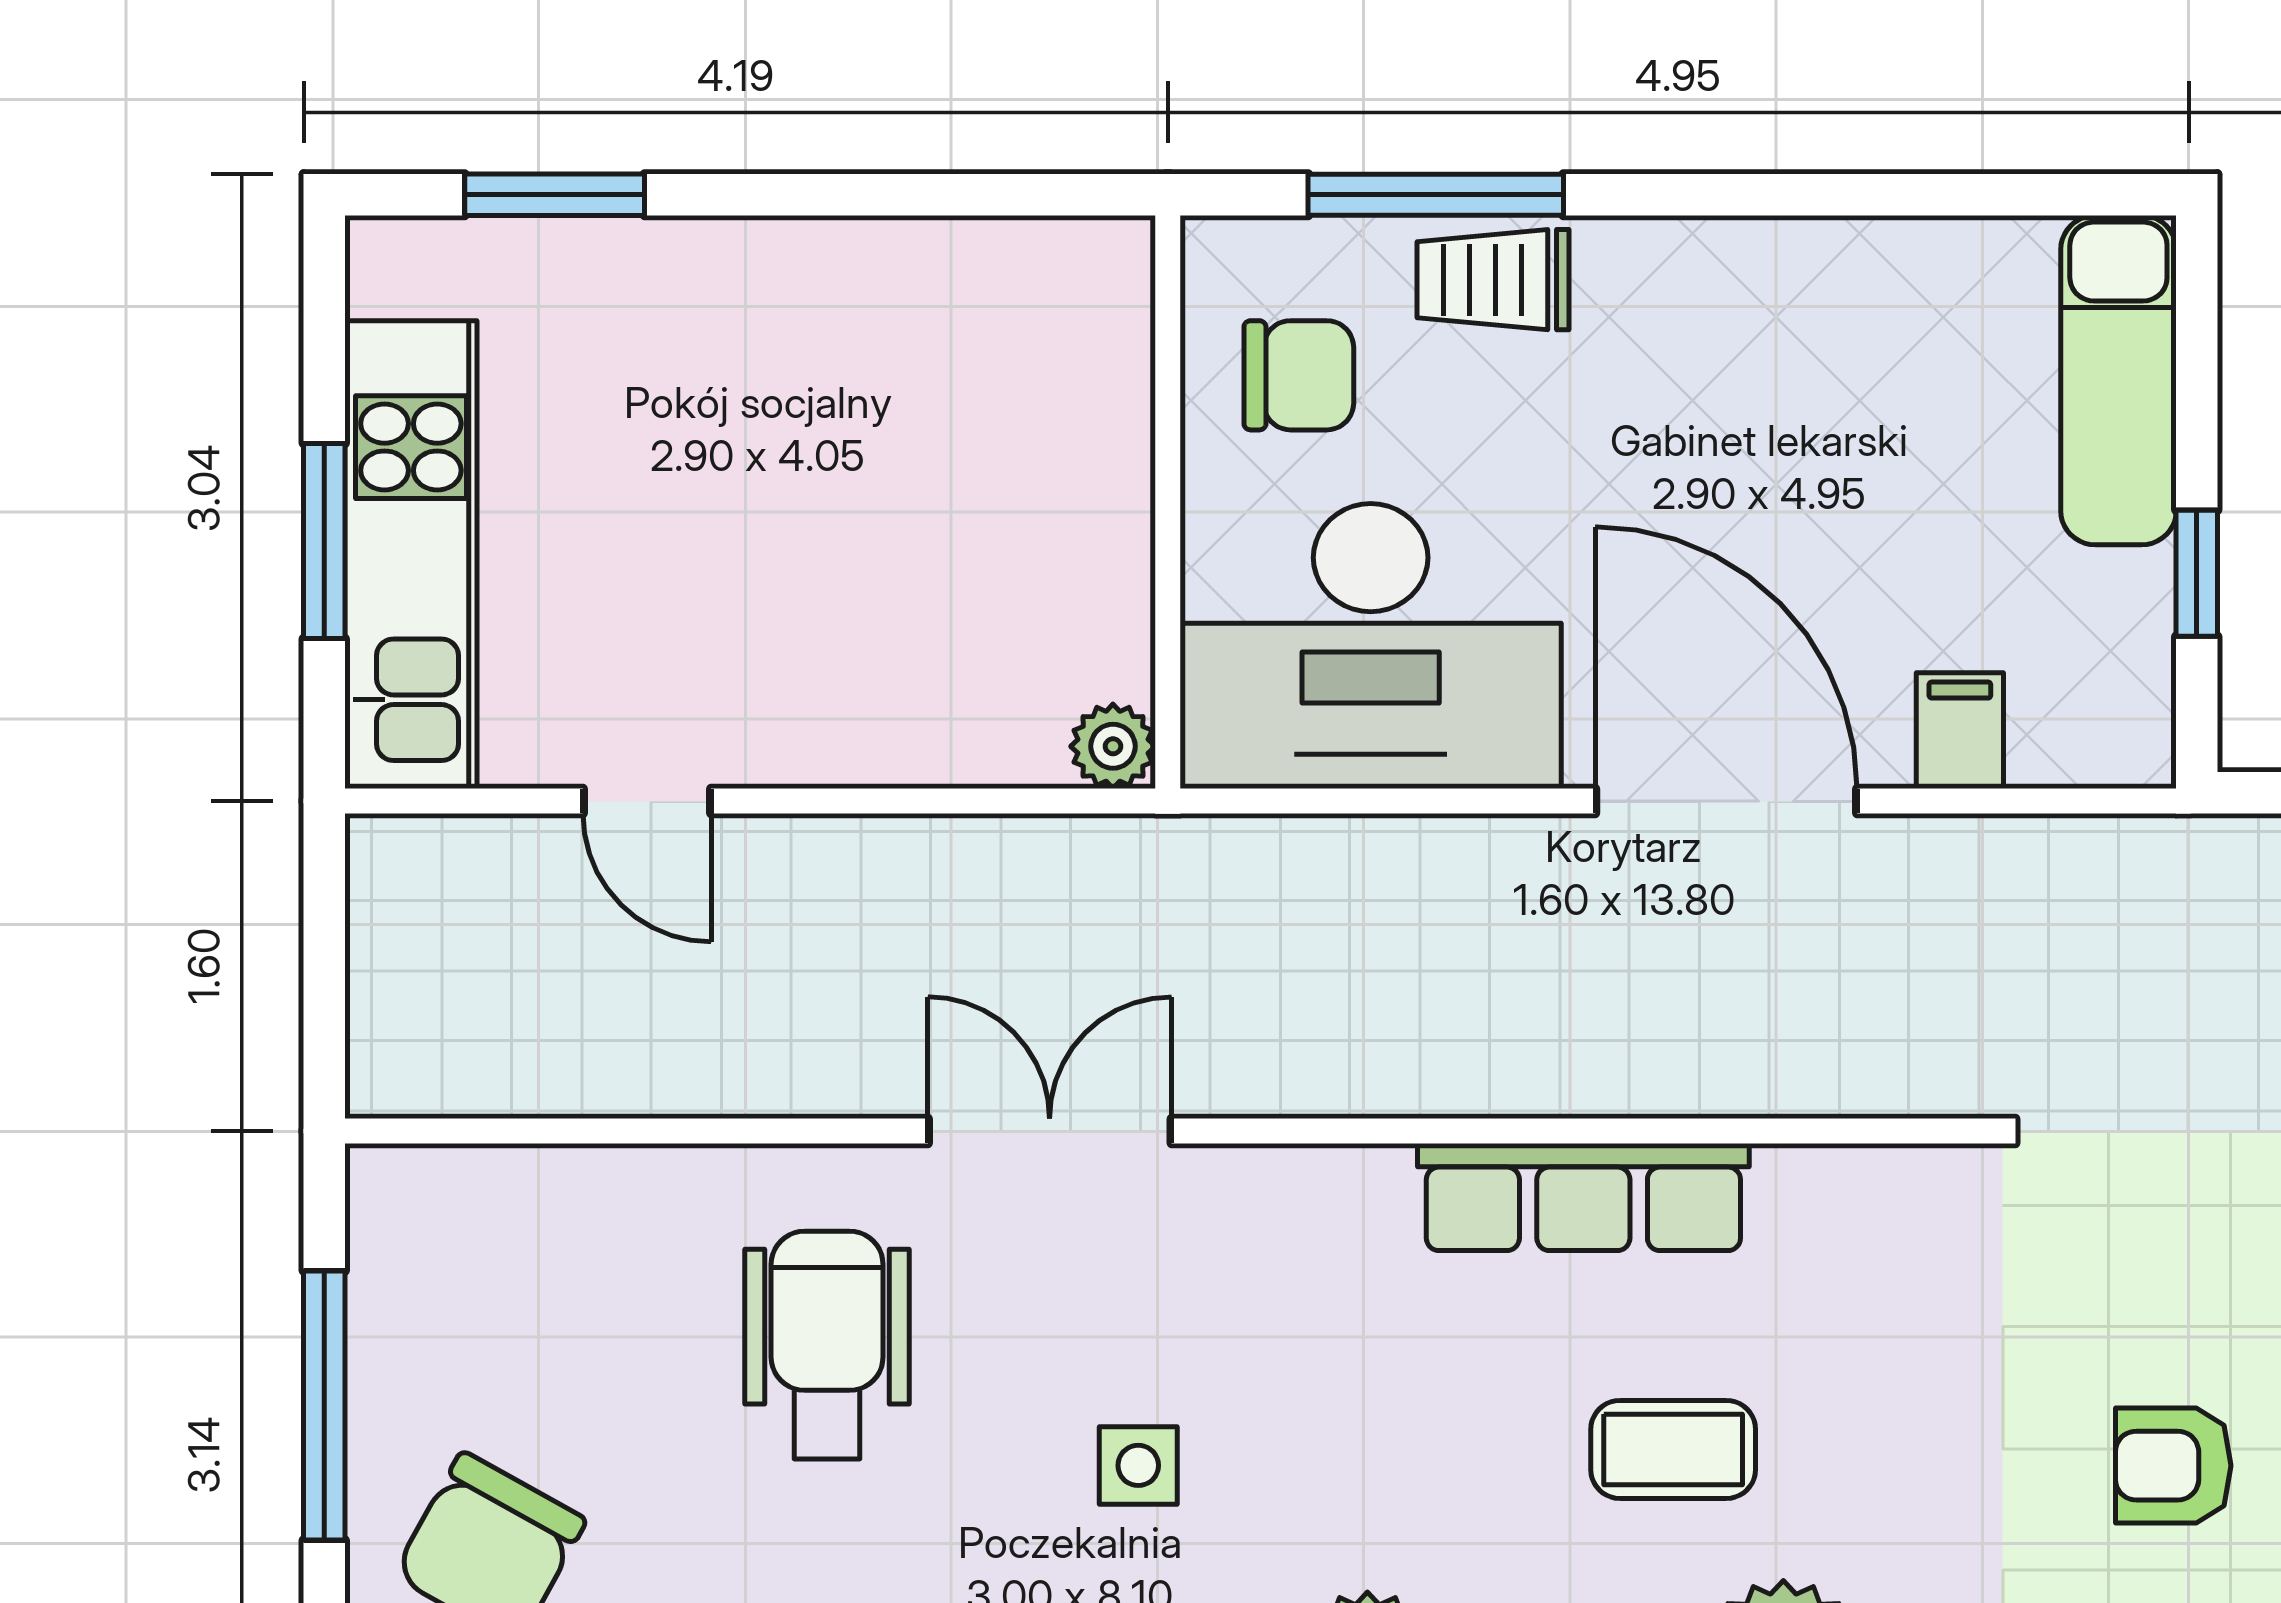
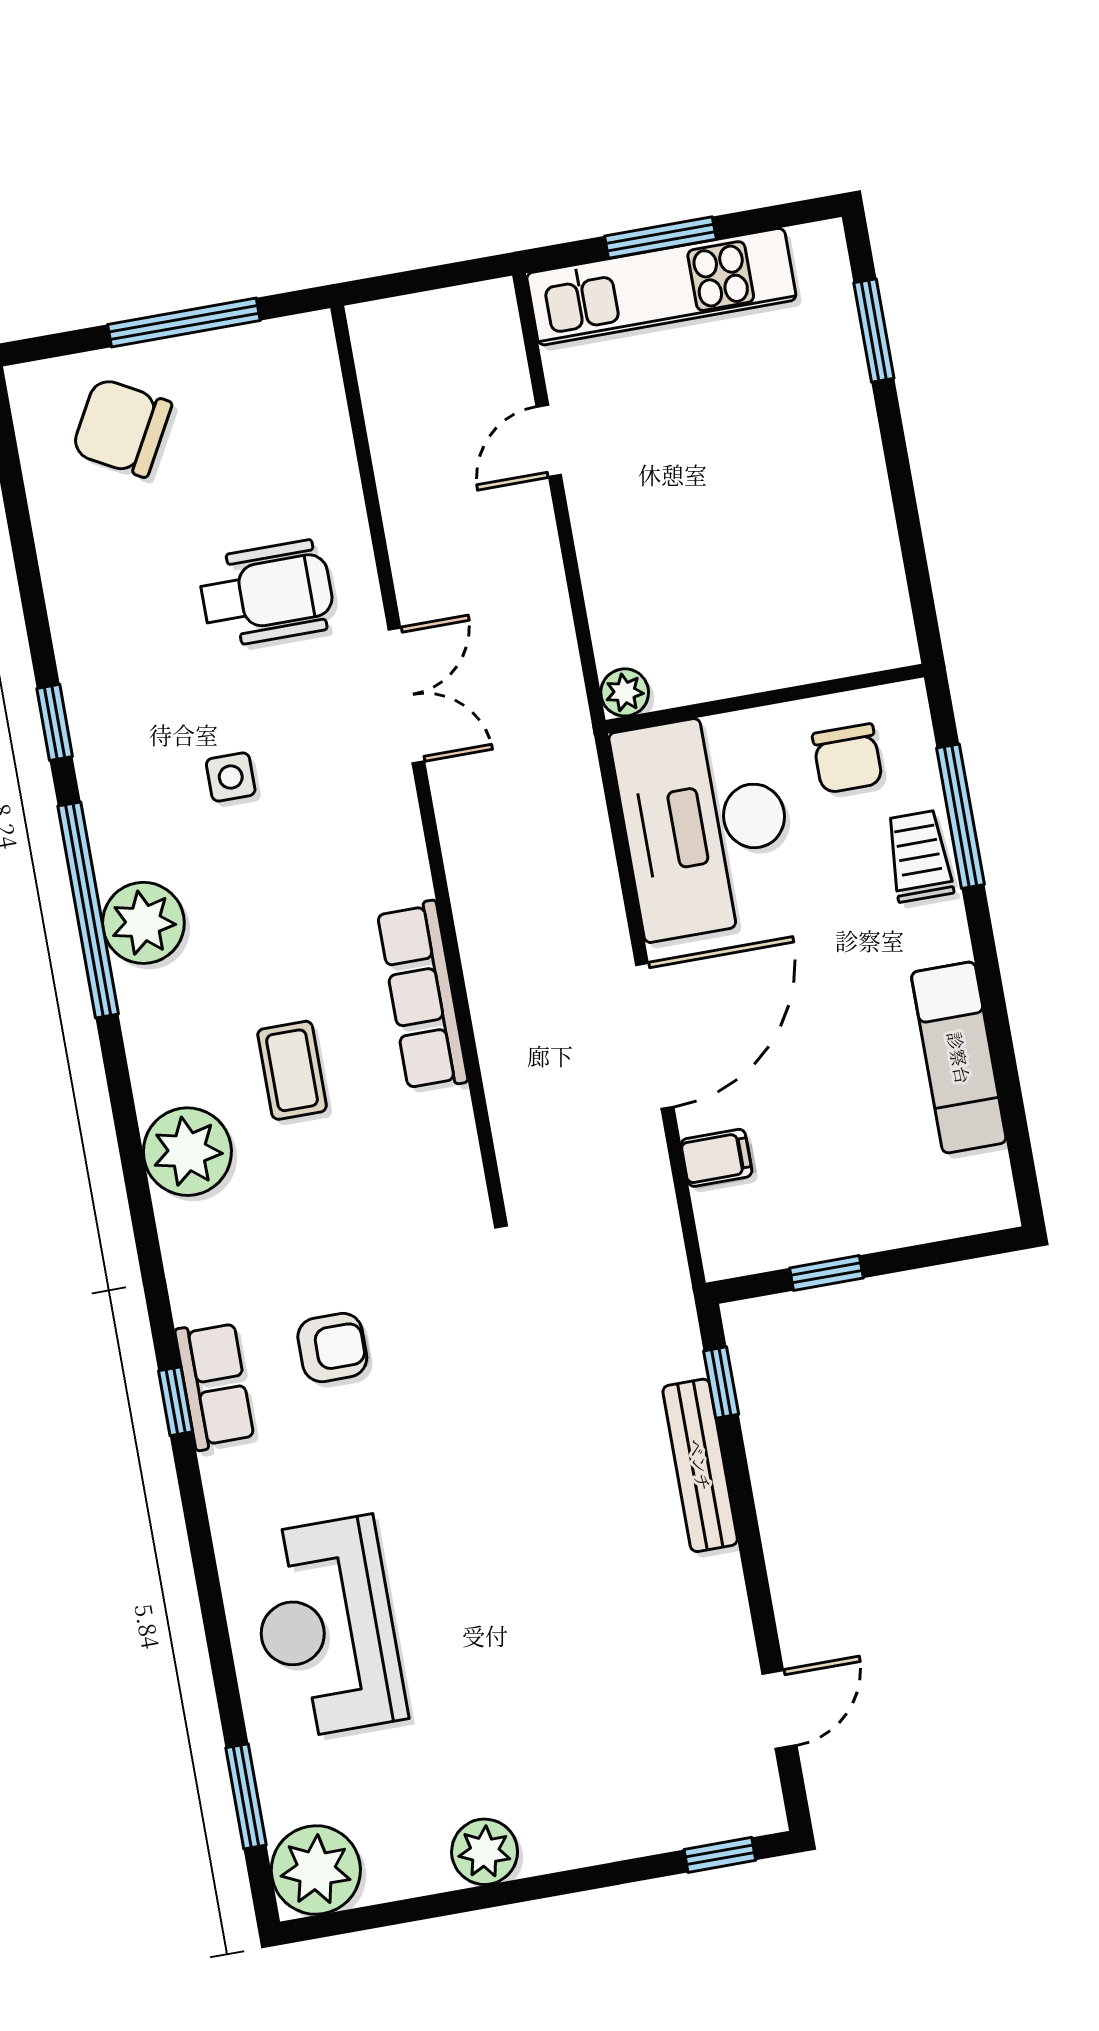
exam couch: (2118, 380) -> (959, 1058), moved, turned -90
armchair: (2173, 1466) -> (332, 1348), turned 90

